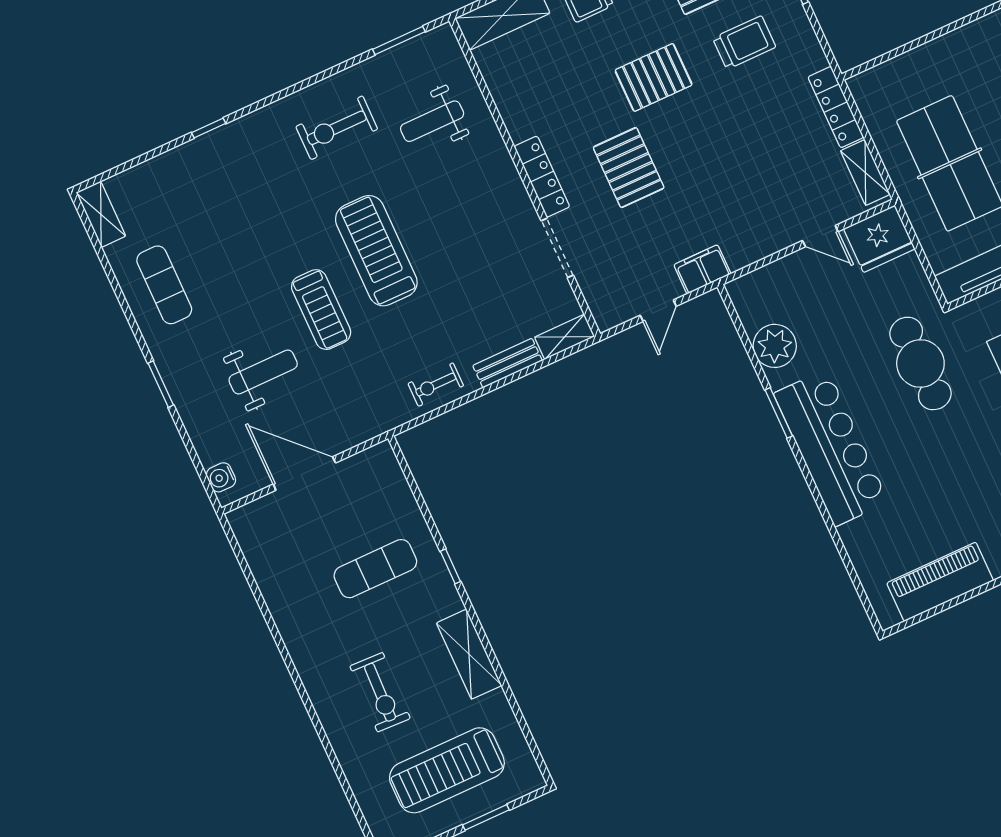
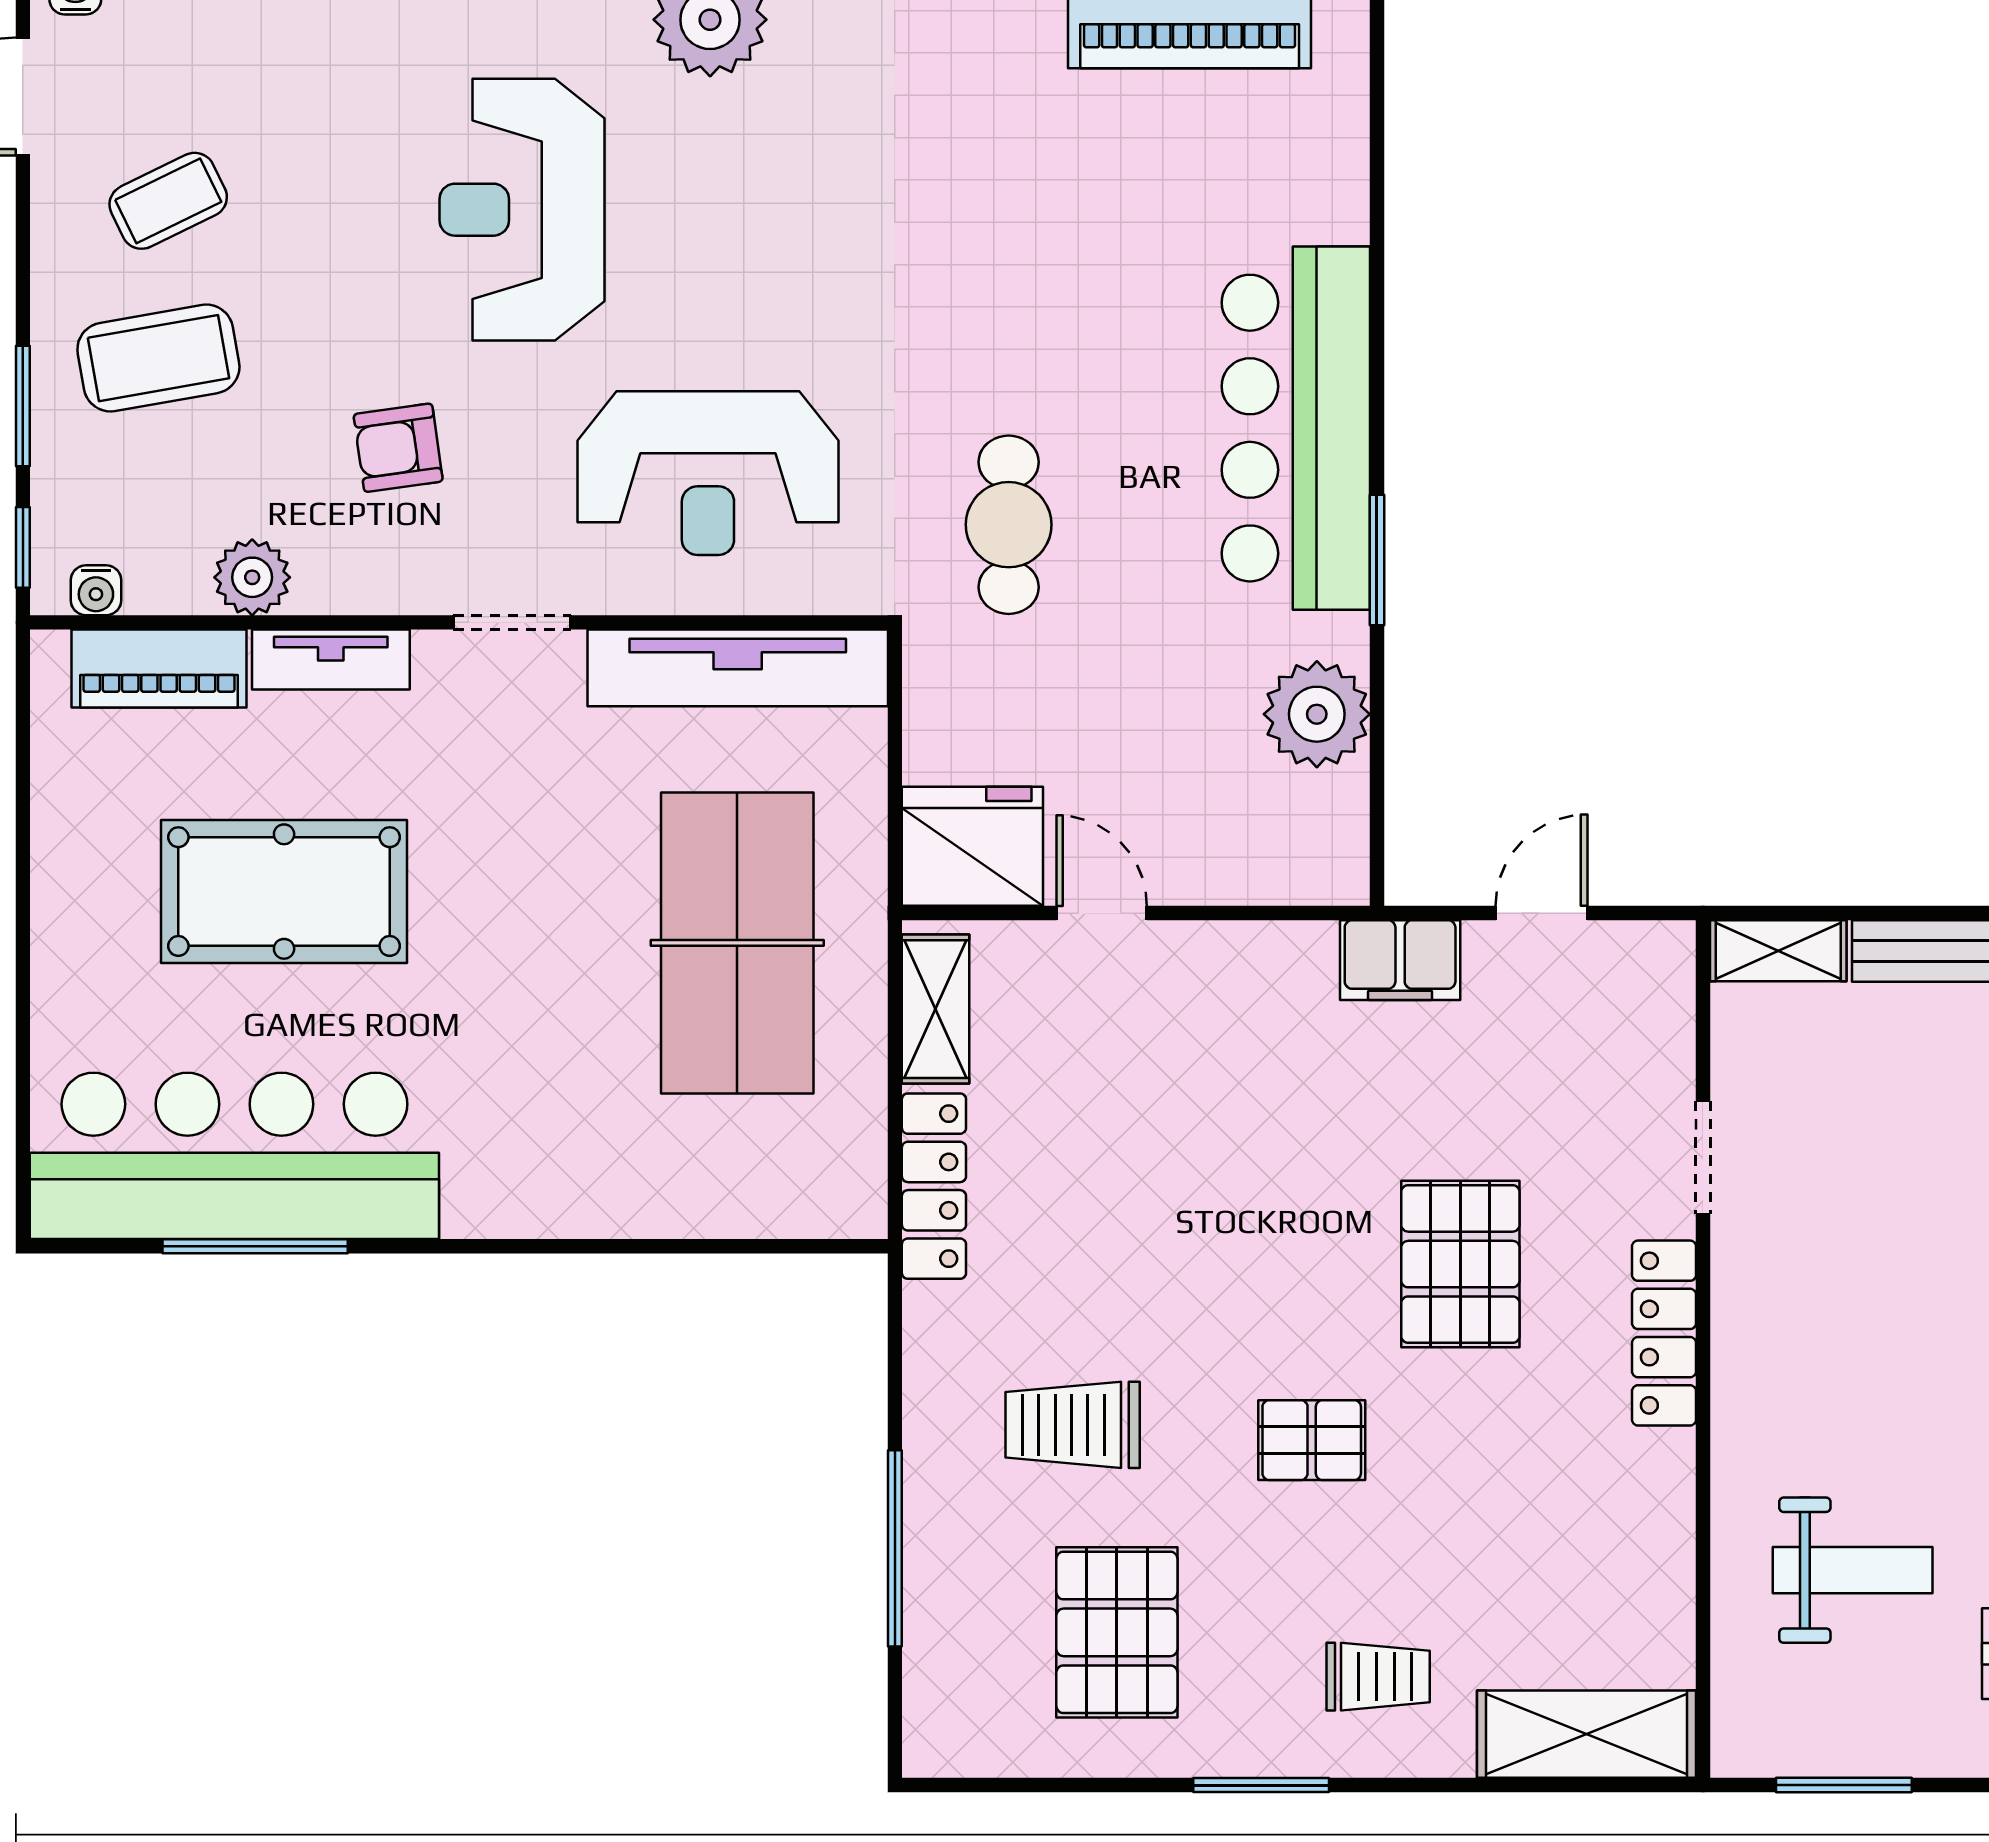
pallet: (654, 77) -> (1312, 1440), width x0.67, depth x0.71
doorway: (557, 248) -> (1703, 1158), width x0.73
cafe table: (920, 363) -> (1009, 525), width x0.73, depth x0.74

